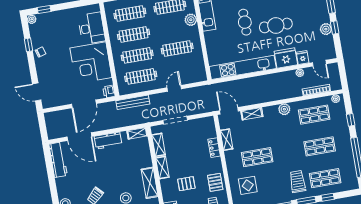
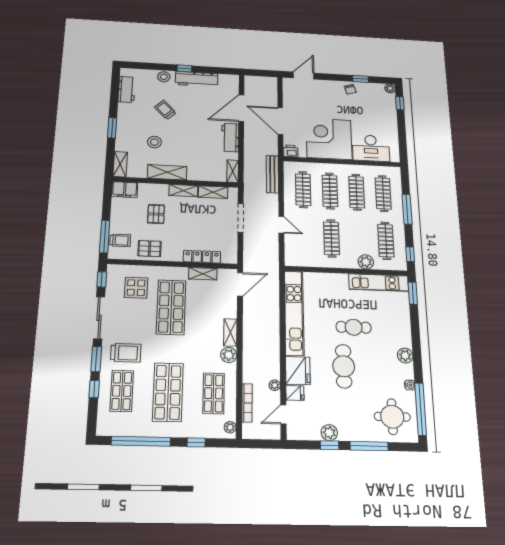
shelving: (252, 114) -> (230, 332), moved
shop shelf: (320, 146) -> (168, 392), width x1.43, depth x1.36
locker: (214, 148) -> (202, 257), width x1.53
shop shelf: (257, 157) -> (171, 307), width x1.43, depth x1.36
workbench: (58, 160) -> (197, 79), moved
window: (53, 189) -> (184, 68), added

